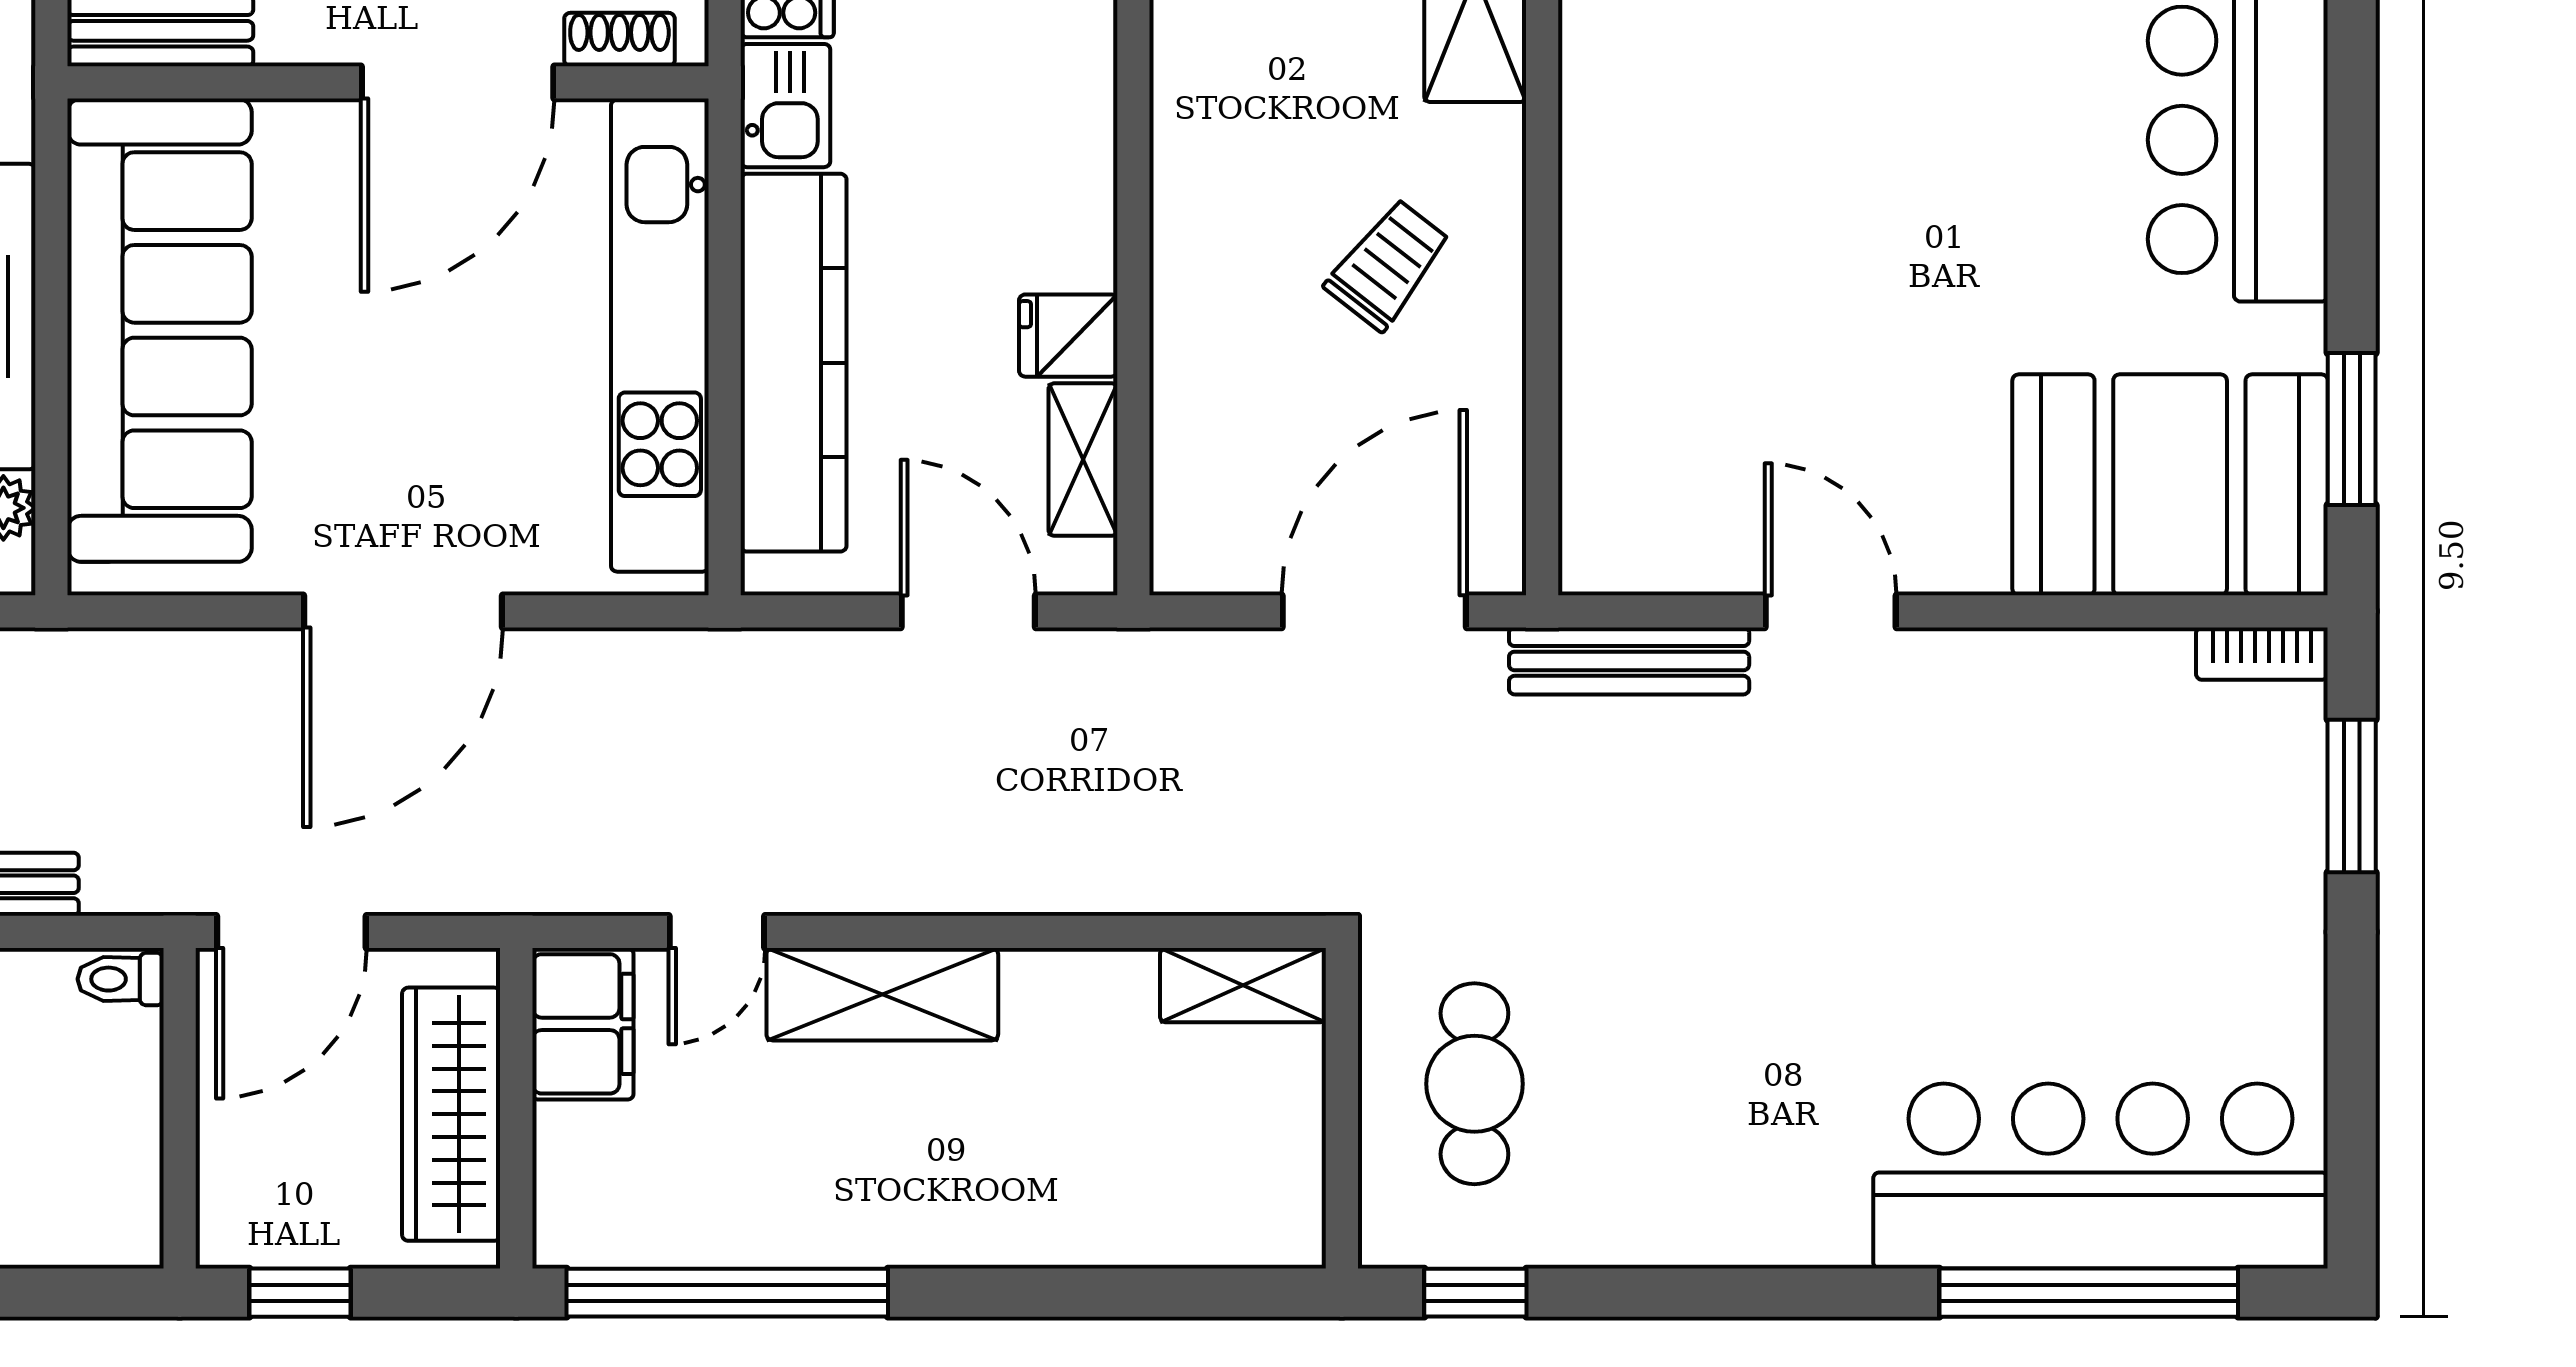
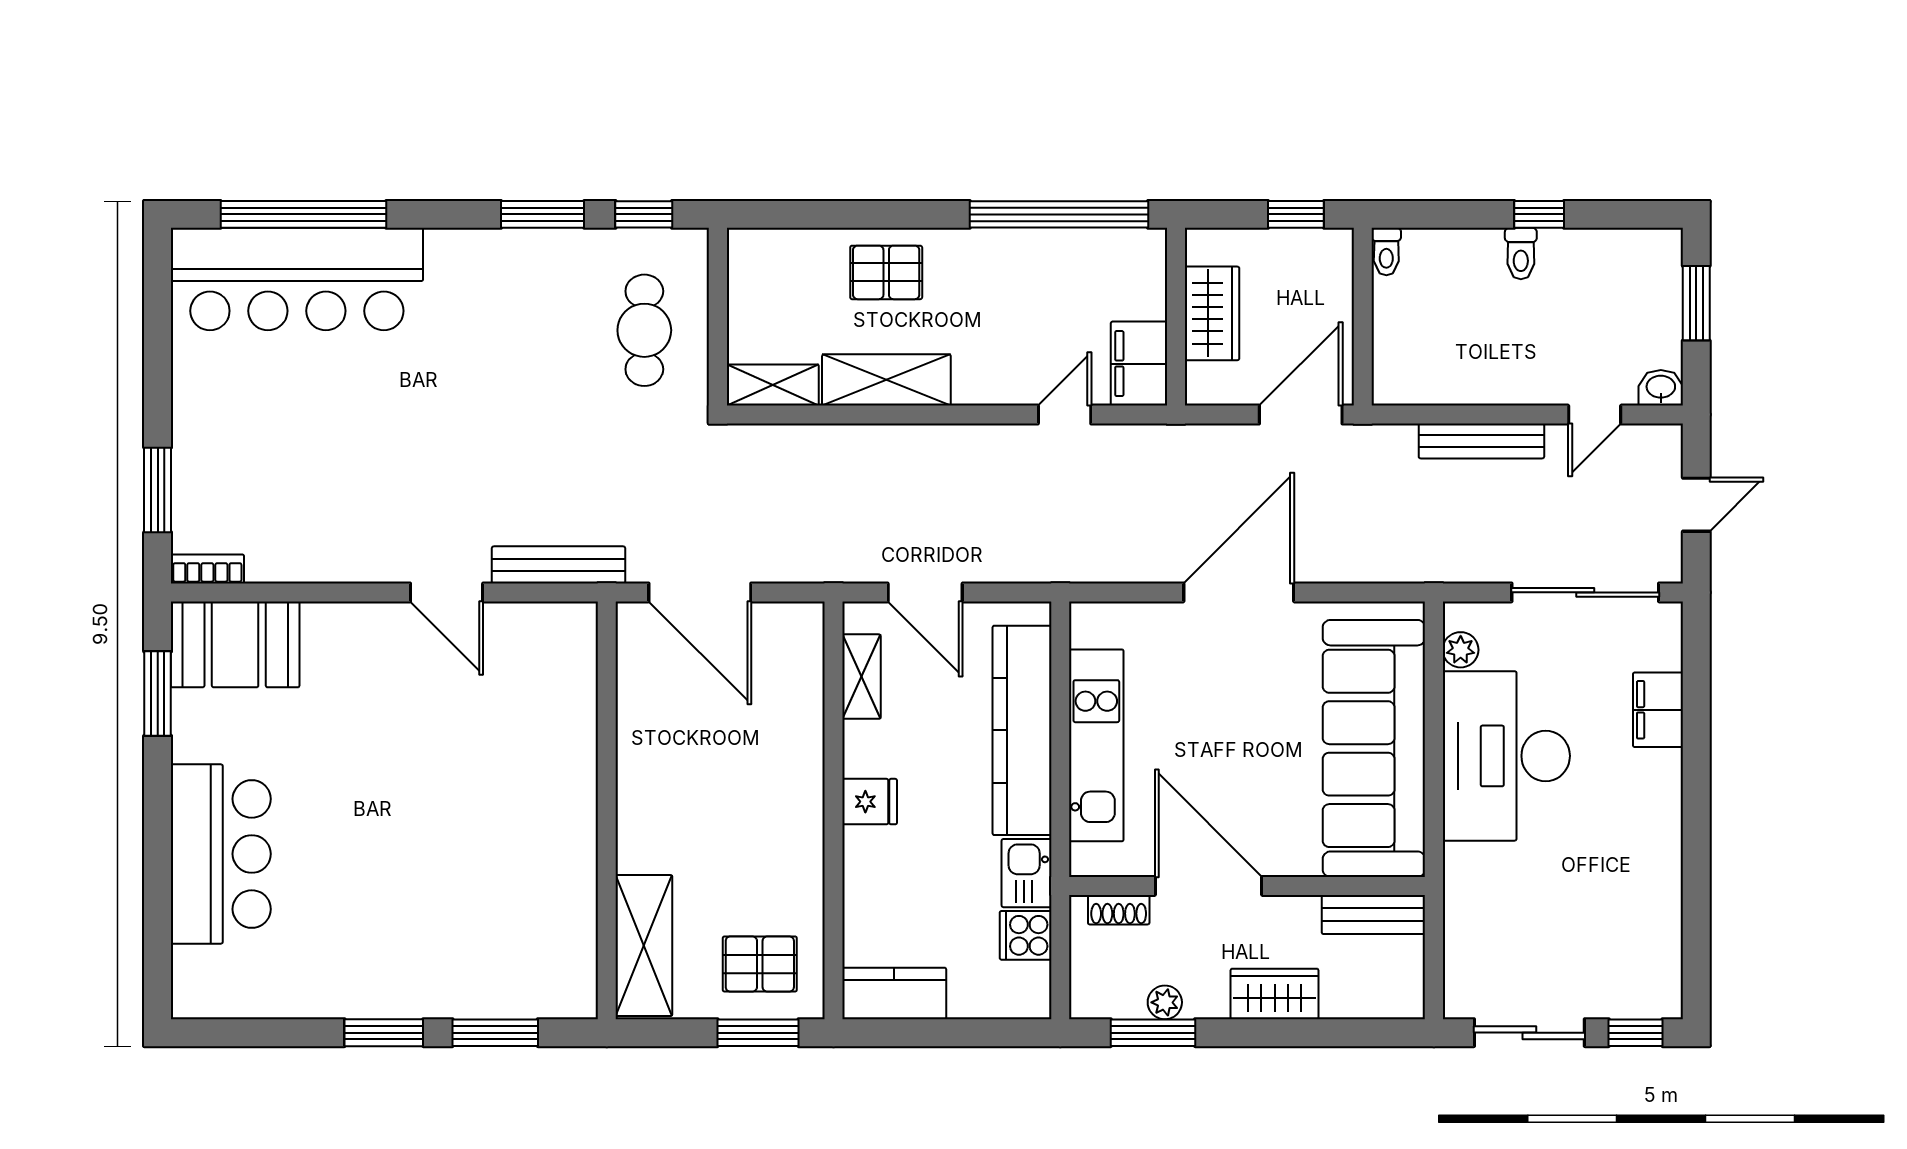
door: (458, 82) -> (1209, 886), hinge flipped
trolley: (1388, 264) -> (692, 785), removed
kitchen unit: (660, 336) -> (1096, 745), width x0.73
fridge: (1068, 336) -> (870, 802), moved
booth: (2170, 485) -> (235, 644), width x0.73, depth x0.70
door: (1374, 611) -> (700, 592), hinge flipped
toilet: (121, 979) -> (1386, 252), moved, turned 90
shelving: (882, 994) -> (886, 380), moved
wardrobe: (451, 1114) -> (1212, 313), width x0.67
pallet: (1039, 1188) -> (886, 272), added
window: (1658, 1293) -> (543, 214), added

